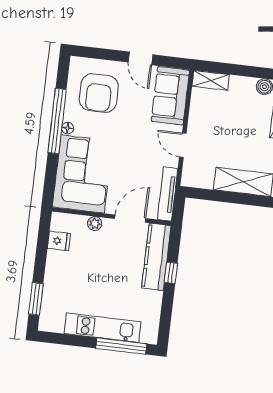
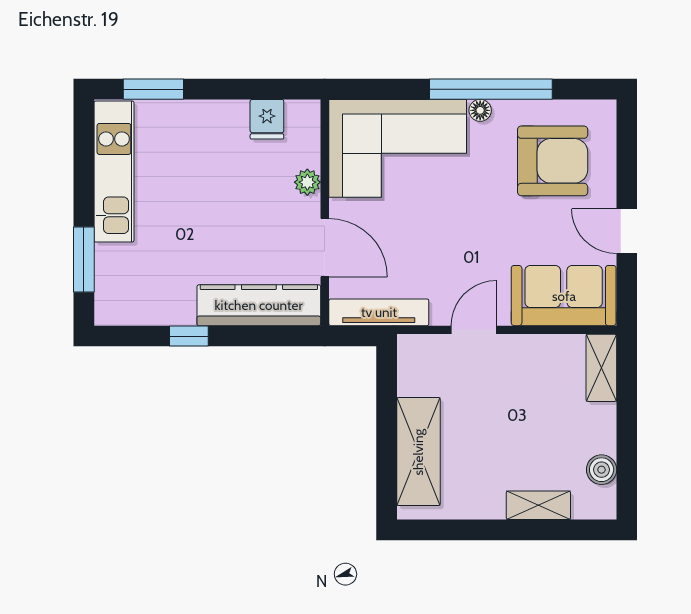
door: (140, 58) -> (627, 231), hinge flipped
armchair: (99, 93) -> (553, 161), turned 180
window: (171, 273) -> (189, 336), moved
kitchen unit: (103, 328) -> (114, 171), moved
window: (121, 346) -> (84, 259), width x0.69

